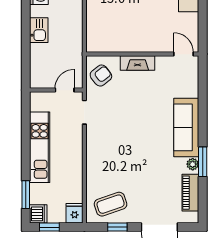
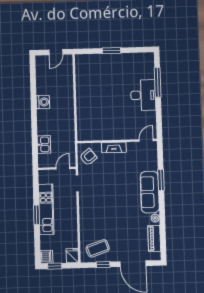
kitchen sink: (39, 30) -> (44, 144), moved
door: (184, 54) -> (146, 140), hinge flipped
window: (203, 162) -> (161, 180), moved
window: (26, 195) -> (36, 215), moved

